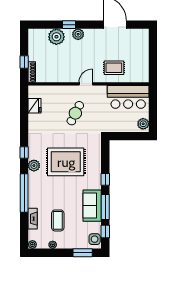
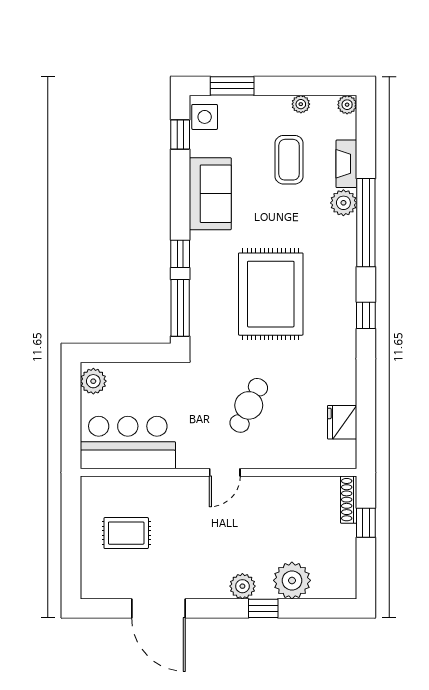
rug: (114, 68) -> (126, 533), moved
rug: (66, 162) -> (271, 294), turned 90
plant: (34, 166) -> (343, 203), moved
window: (105, 207) -> (180, 308), moved

